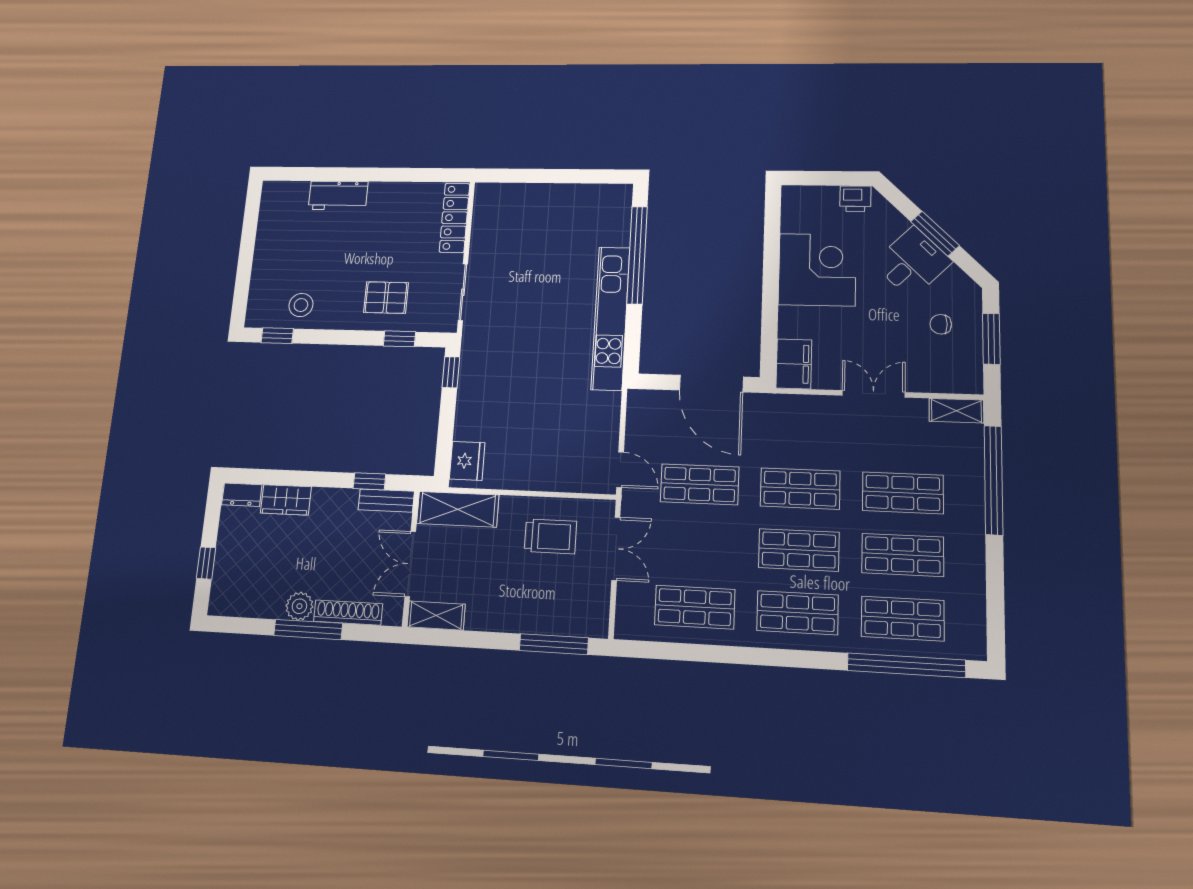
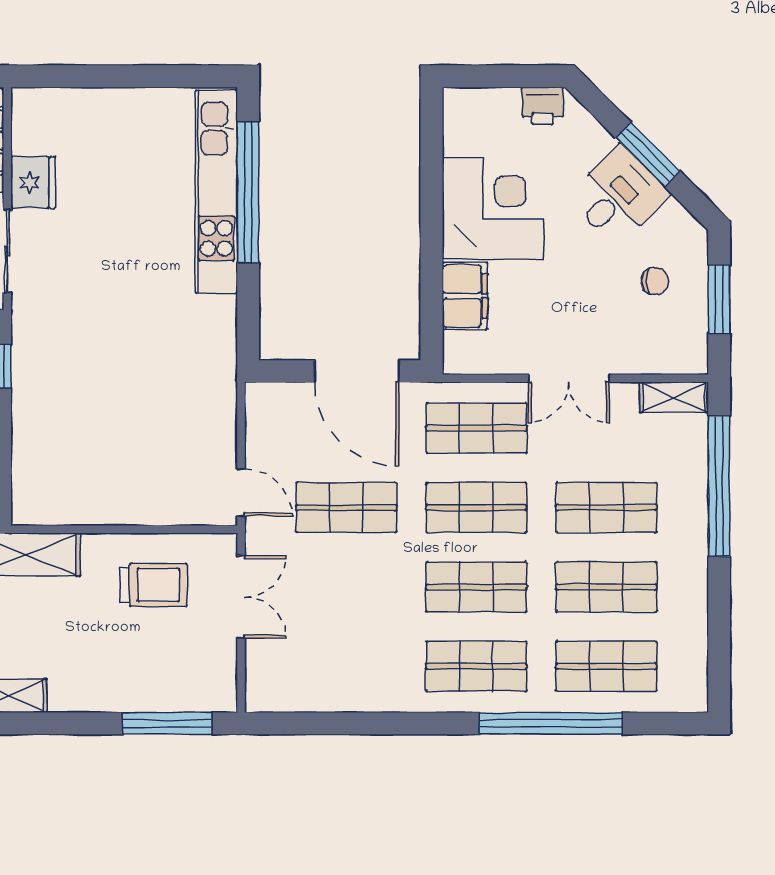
kitchen unit: (610, 318) -> (216, 192), moved
chair: (941, 324) -> (655, 281), turned 180
filing cabinet: (794, 364) -> (465, 296), moved
double door: (874, 394) -> (569, 378), swing flipped
fridge: (467, 461) -> (33, 183), moved
shop shelf: (695, 607) -> (476, 428), moved
window: (906, 665) -> (551, 723), moved

